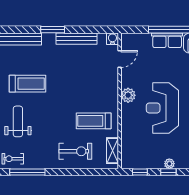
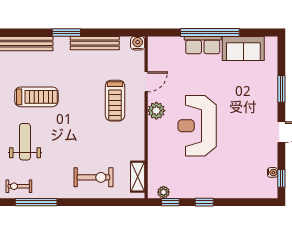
door: (120, 59) -> (146, 82), moved
treadmill: (94, 121) -> (115, 101), moved, turned -90
plant: (169, 164) -> (163, 192), moved

